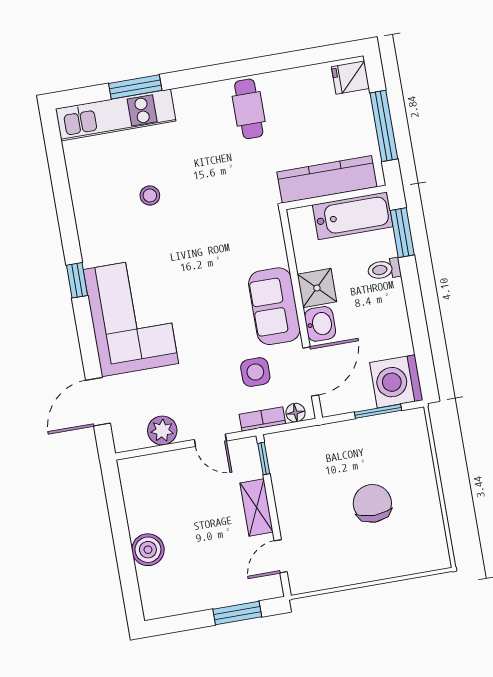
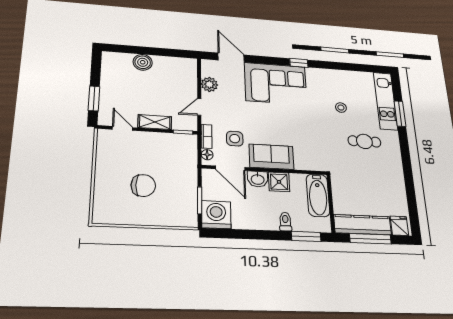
cafe table: (249, 109) -> (364, 141), moved
kitchen counter: (327, 179) -> (363, 225), moved, turned -90
bathtub: (353, 216) -> (318, 195), moved

